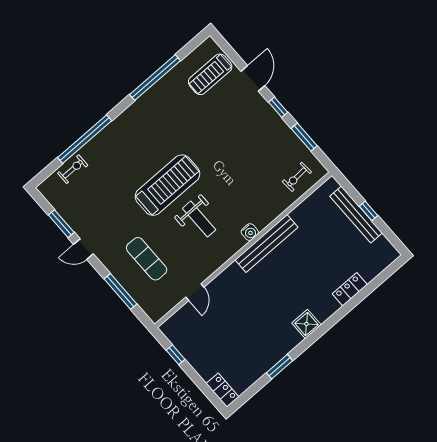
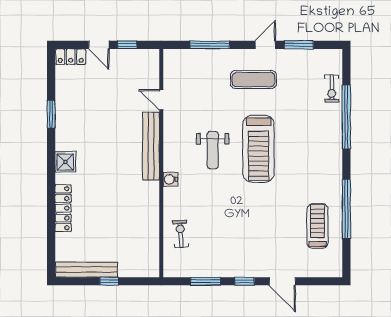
treadmill: (210, 74) -> (318, 226), moved
exercise bike: (297, 177) -> (181, 234), moved
bench: (356, 215) -> (86, 270), moved
weight bench: (199, 219) -> (213, 150), turned -90
bench: (267, 244) -> (151, 146), moved
exercise mat: (147, 259) -> (253, 79), moved
locker: (350, 289) -> (63, 208), width x1.53
door: (195, 376) -> (99, 45), added

